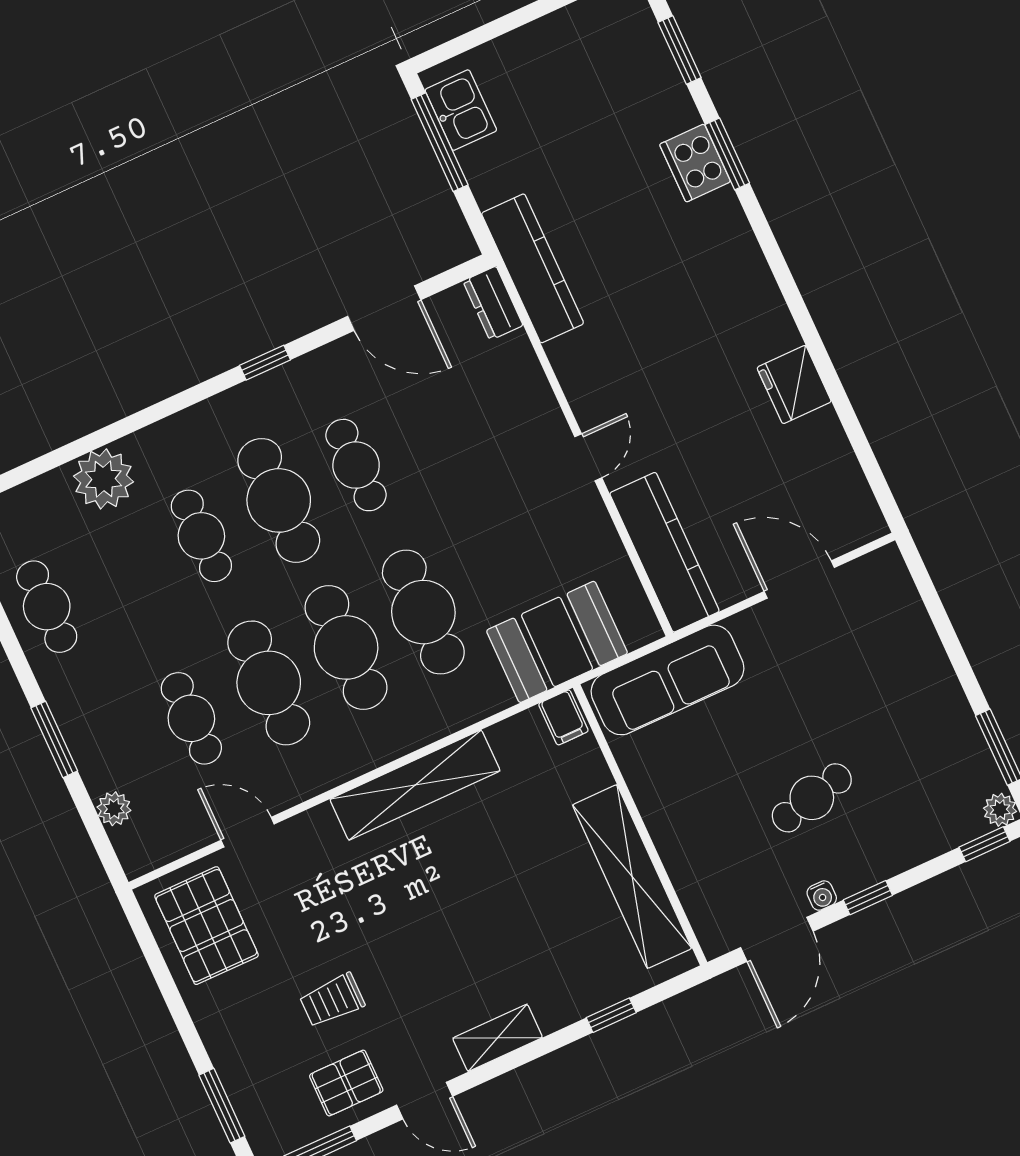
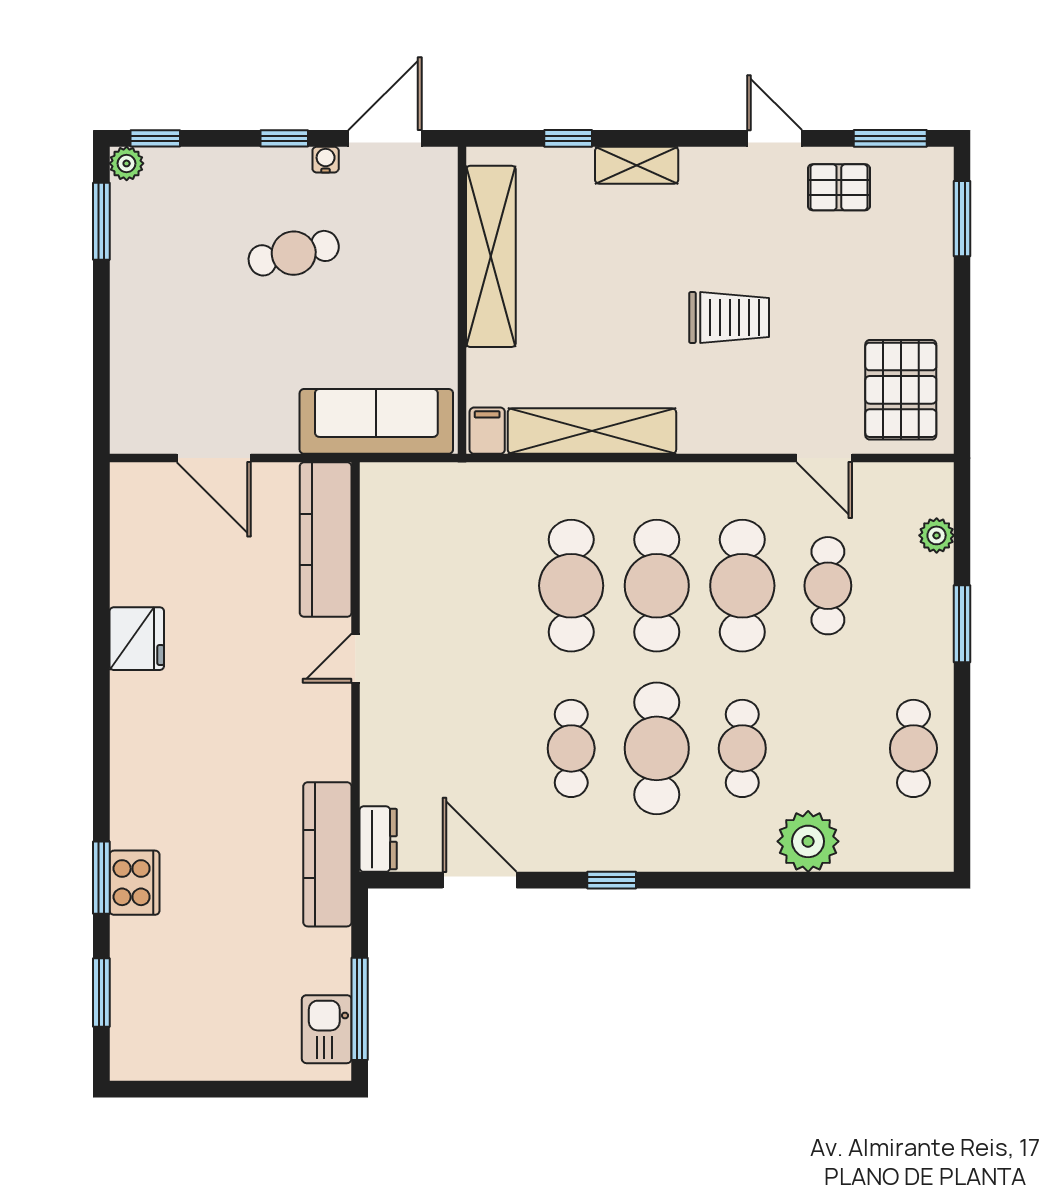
booth: (557, 642) -> (461, 503), removed
shelving: (415, 785) -> (592, 431), moved
trolley: (332, 1000) -> (729, 317), moved, width x1.36, depth x1.39
shelving: (498, 1038) -> (637, 165), moved

